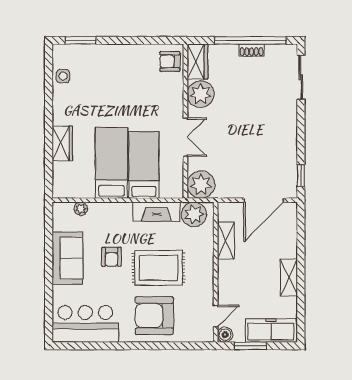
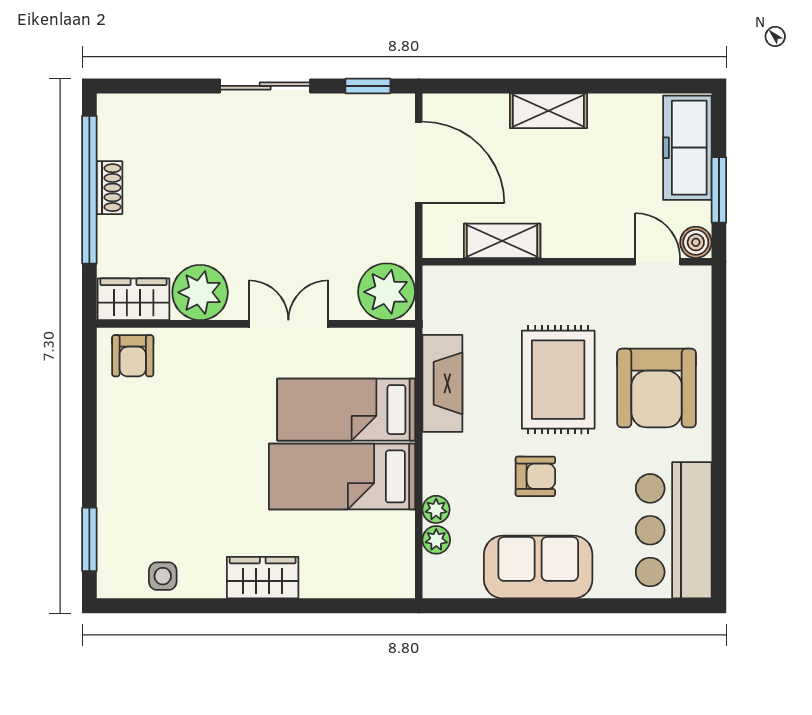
sliding door: (301, 77) -> (265, 86), moved
wardrobe: (62, 143) -> (263, 578), moved
plant: (194, 214) -> (436, 509), moved, width x0.53, depth x0.53
shelving: (289, 278) -> (548, 111), moved

